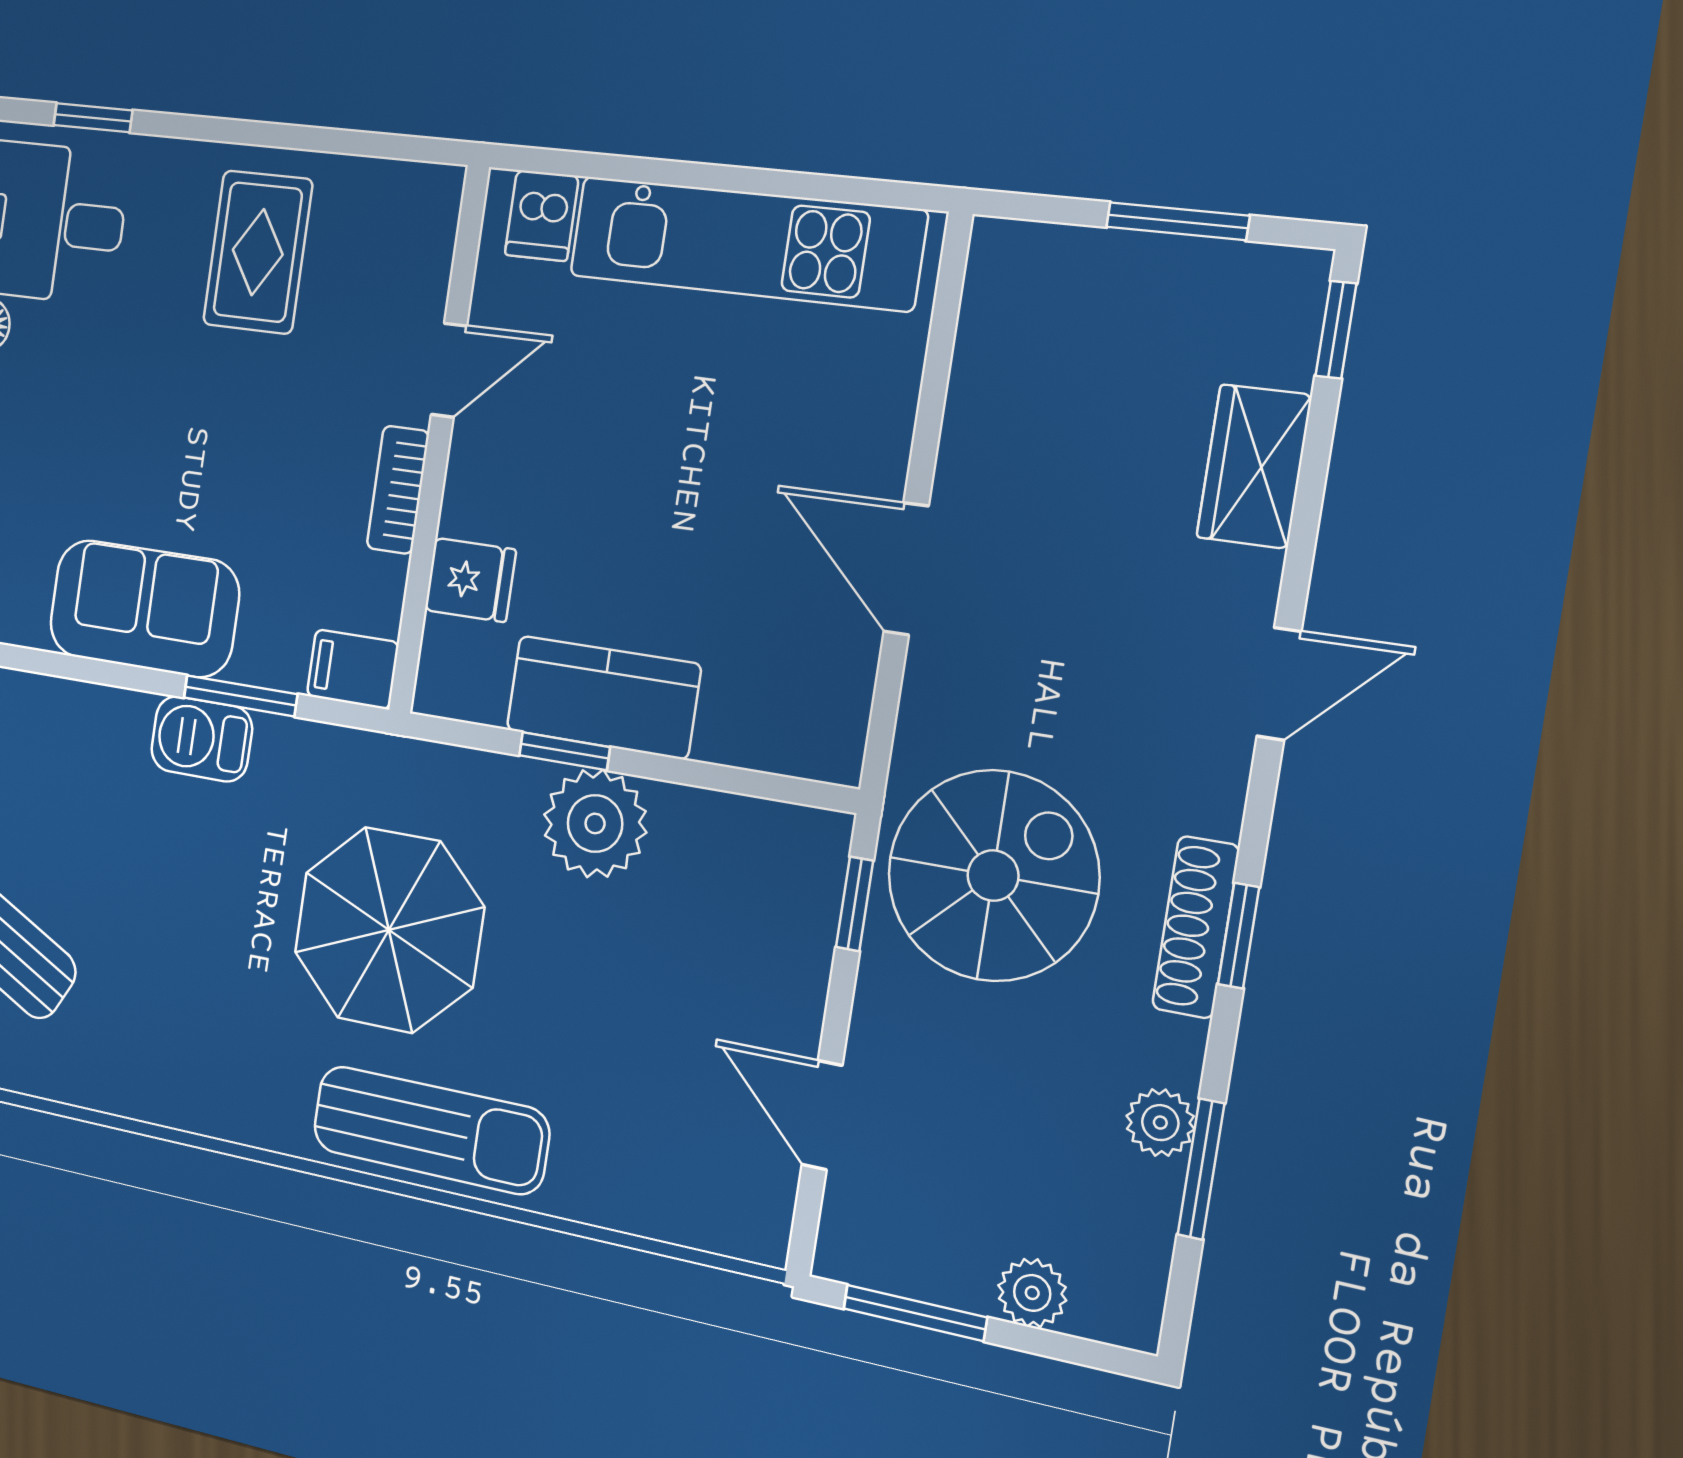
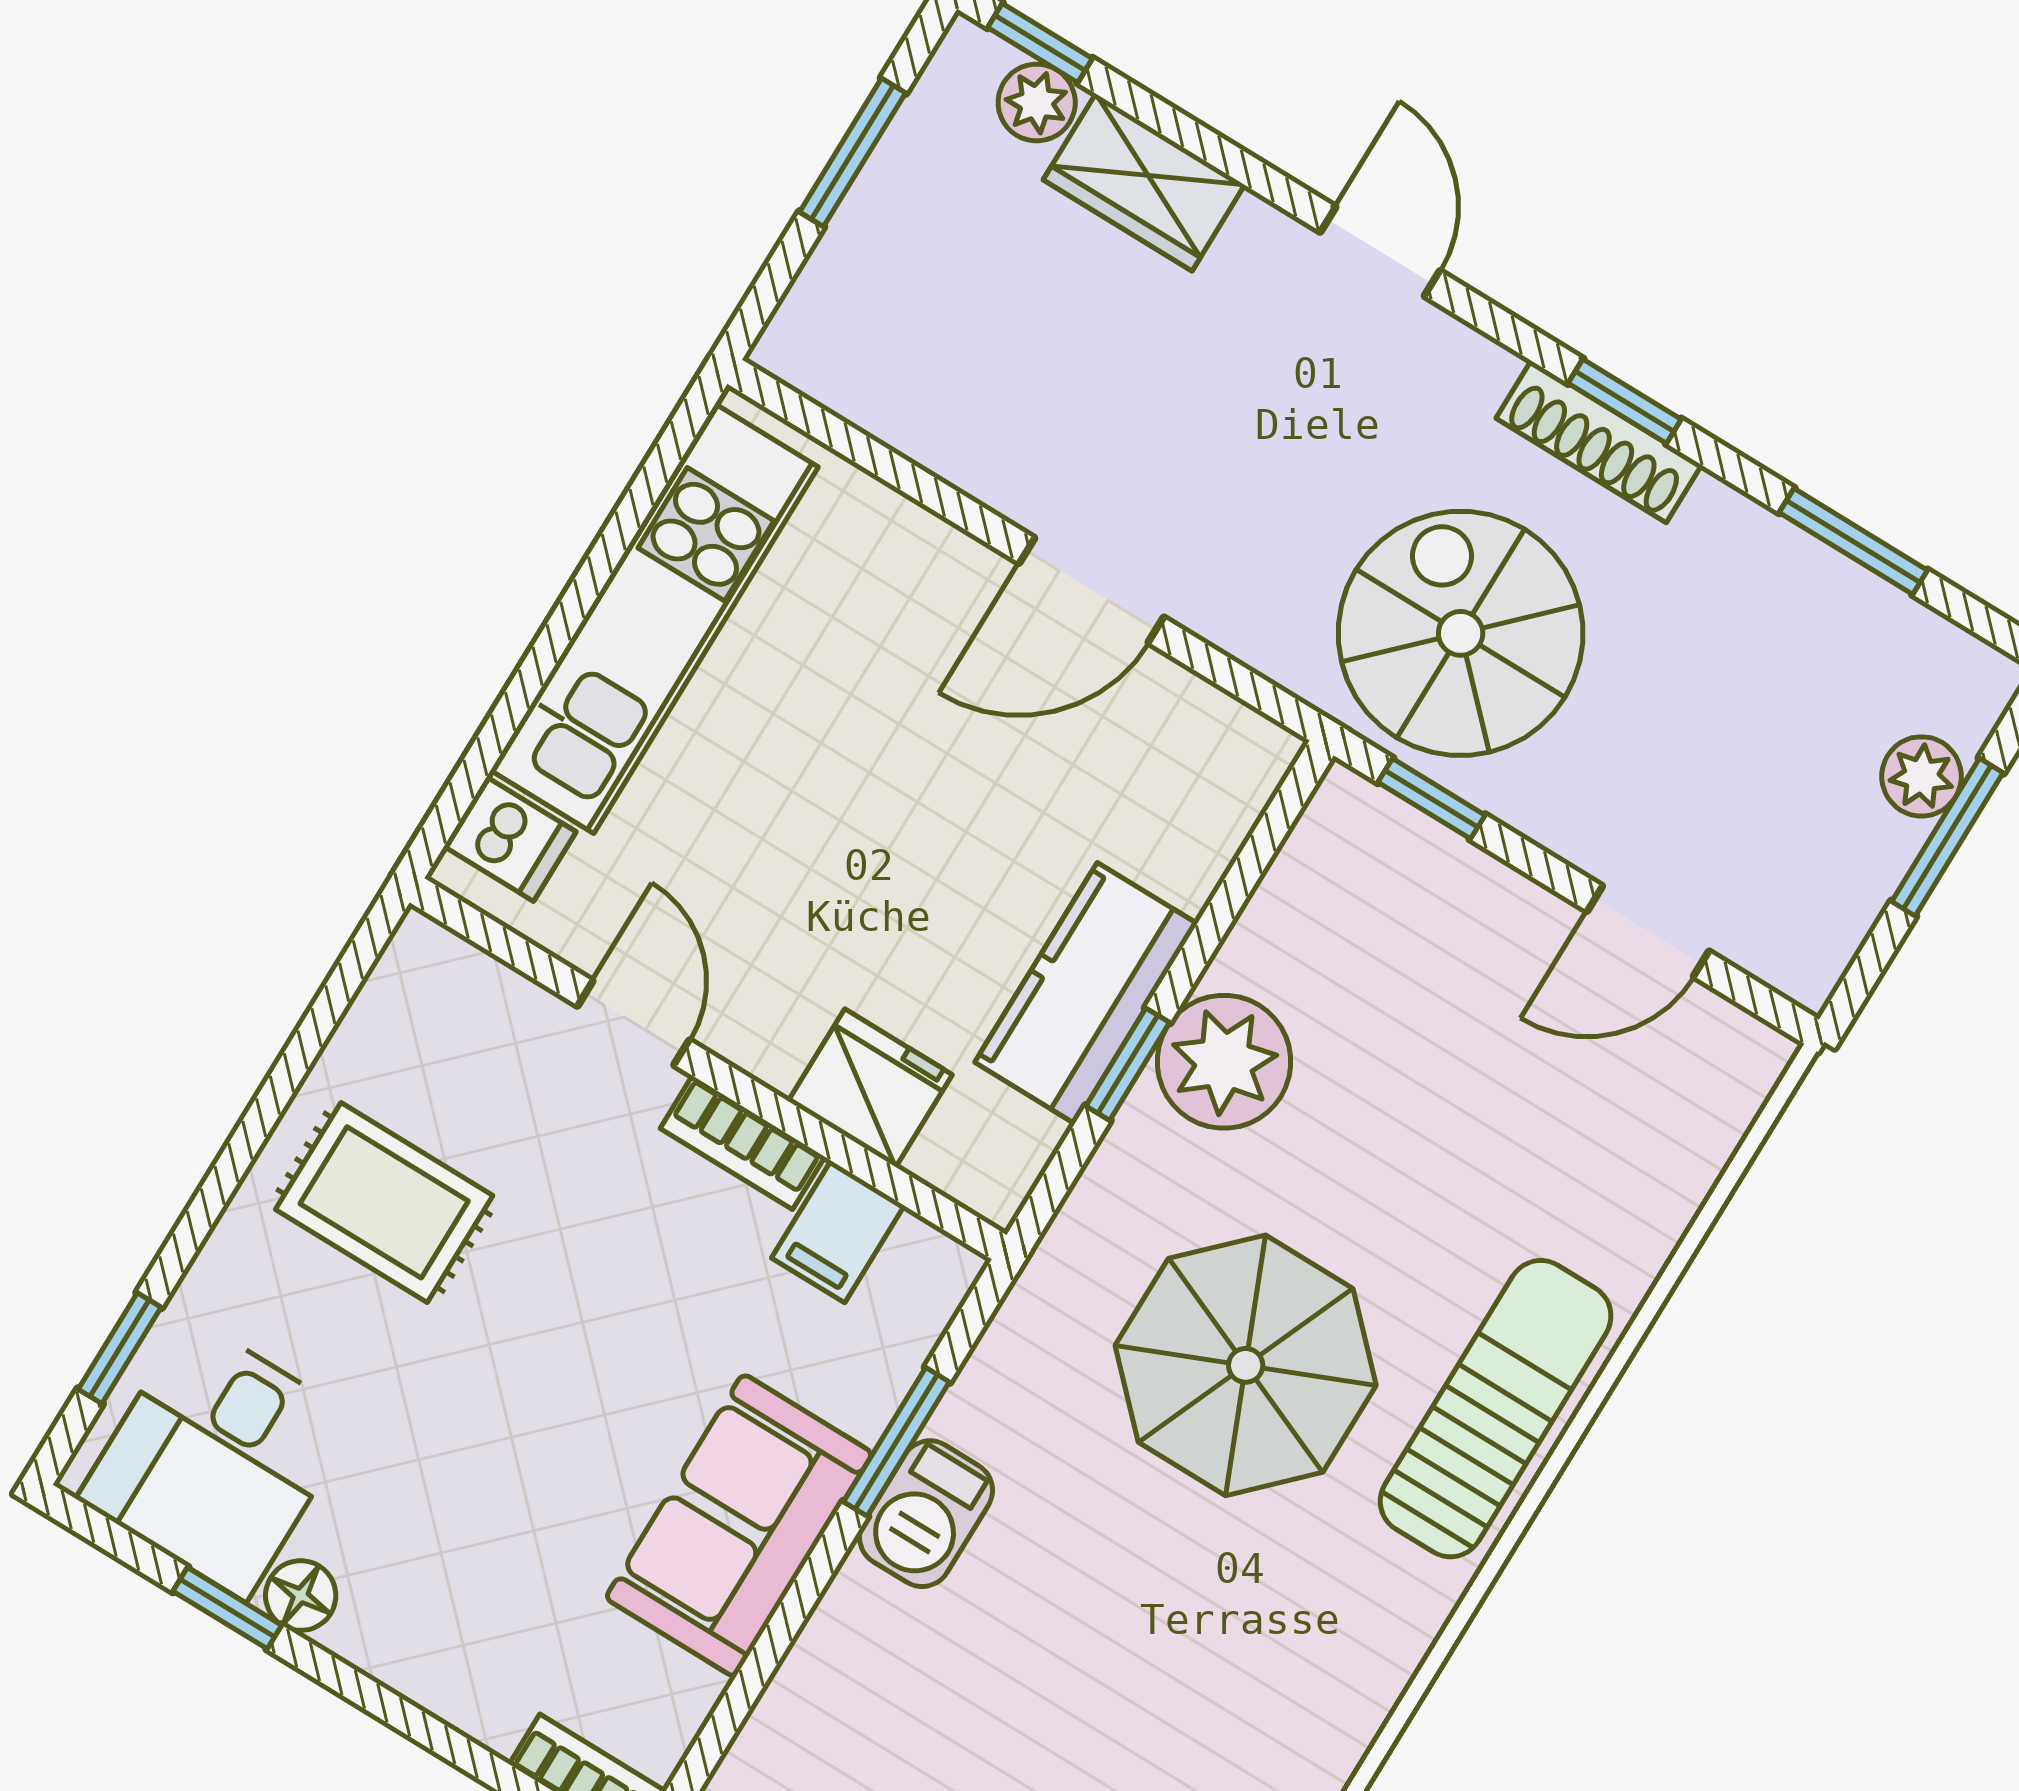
fridge: (470, 580) -> (870, 1088), width x1.38
filing cabinet: (353, 669) -> (838, 1232), moved
plant: (1160, 1123) -> (1037, 103), moved
window: (915, 1313) -> (1947, 837), moved

